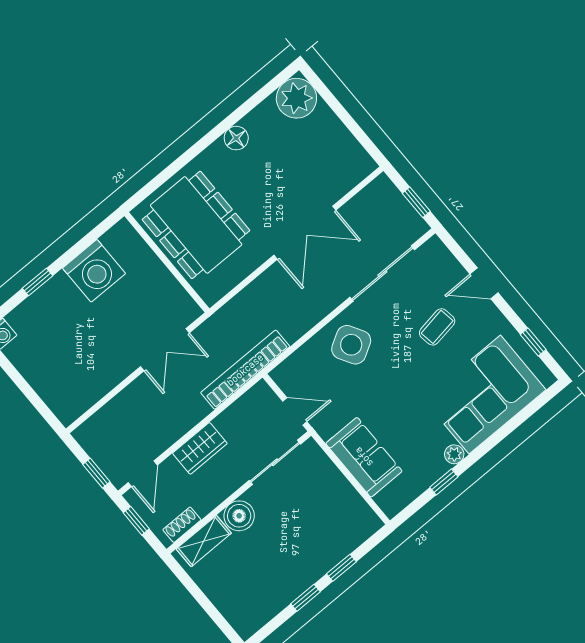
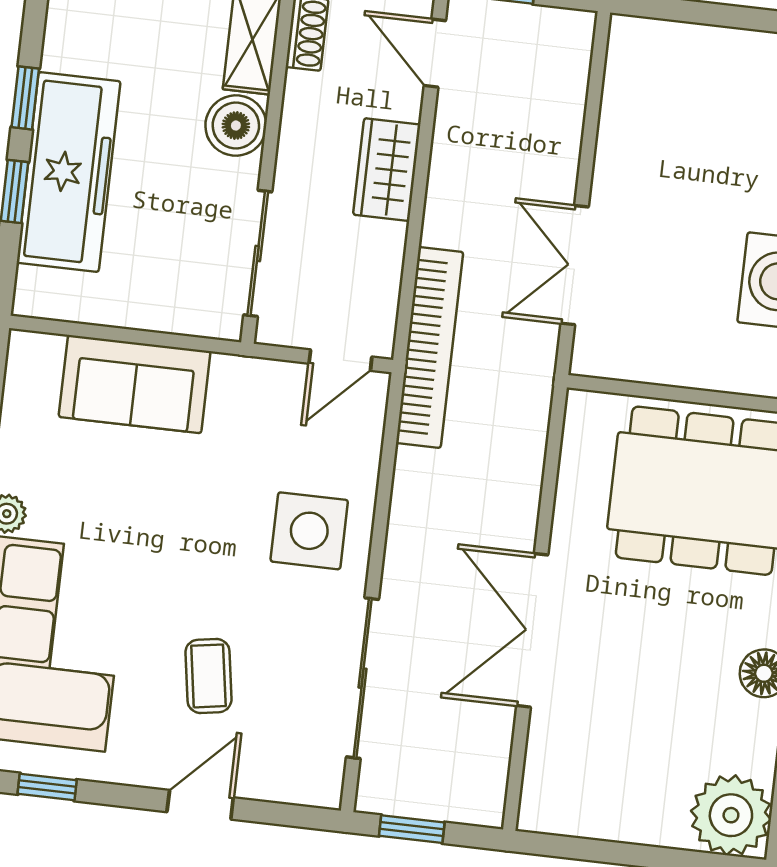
side table: (351, 345) -> (309, 531), turned 30
door: (295, 411) -> (340, 360), moved
freezer: (315, 556) -> (69, 172), added

